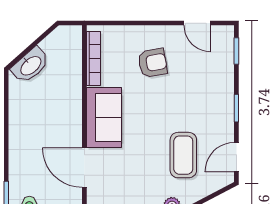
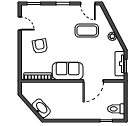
door: (197, 23) -> (20, 24), hinge flipped

